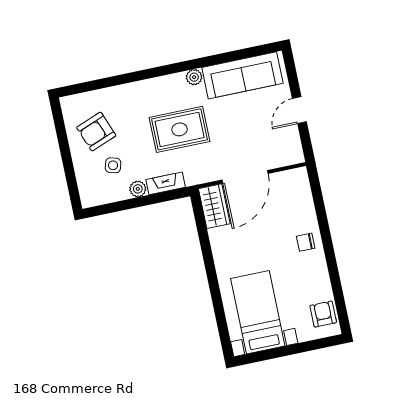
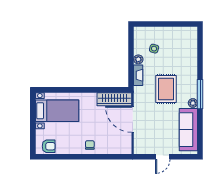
window: (176, 68) -> (200, 94), added
door: (299, 110) -> (163, 157), swing flipped
armchair: (96, 132) -> (174, 43), removed
wardrobe: (214, 206) -> (114, 99), width x1.50

